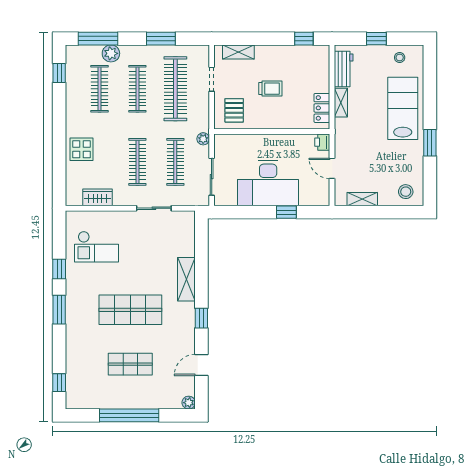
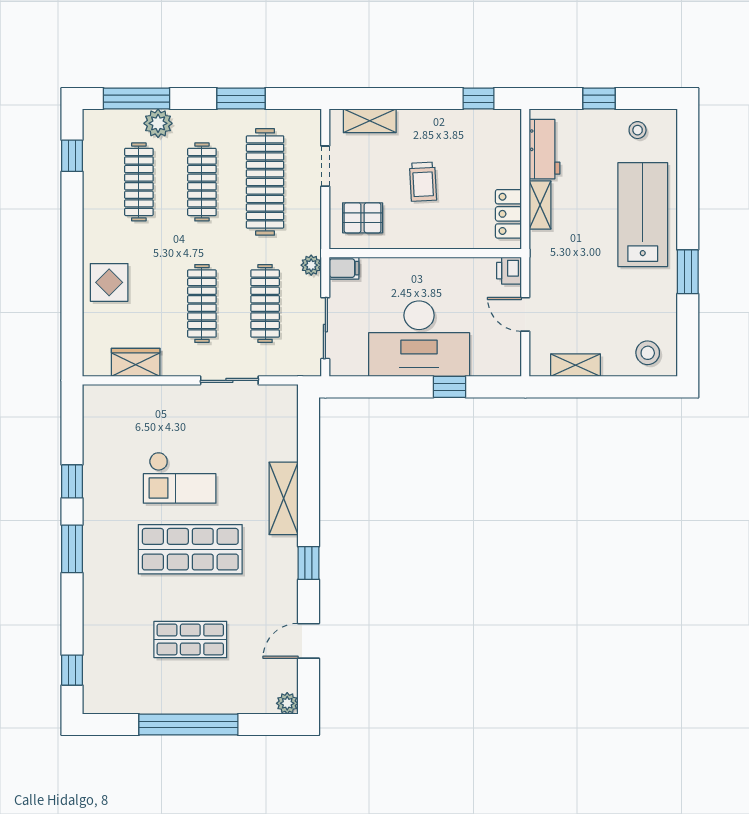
trolley: (270, 89) -> (423, 182), turned 87
pallet: (234, 110) -> (363, 218), turned 90
filing cabinet: (223, 141) -> (344, 268), added
checkout: (96, 247) -> (180, 478), moved

